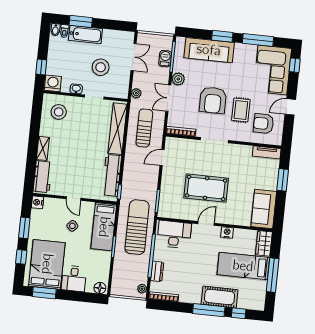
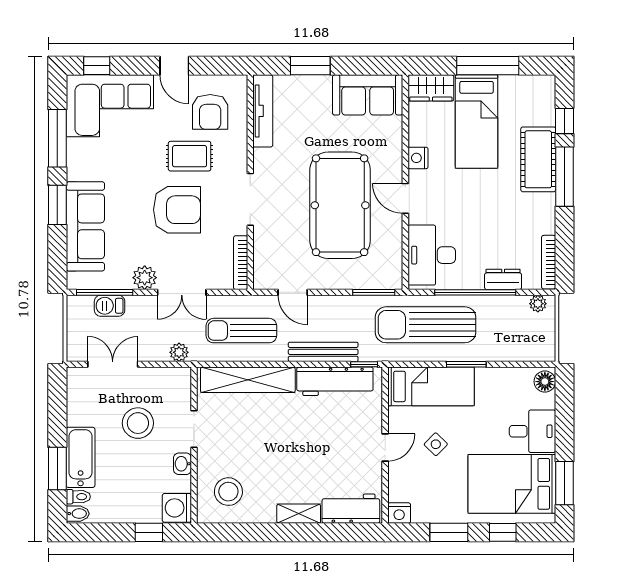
tv unit: (267, 152) -> (263, 111), width x1.41
bench: (128, 171) -> (323, 352), added
pool table: (206, 188) -> (340, 205), width x1.36, depth x1.32

